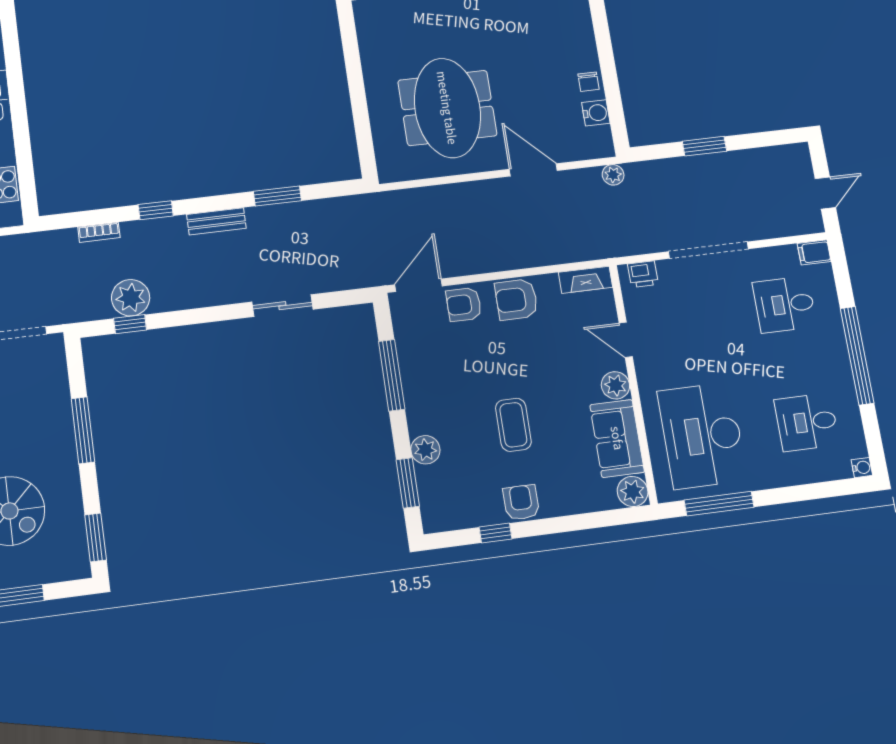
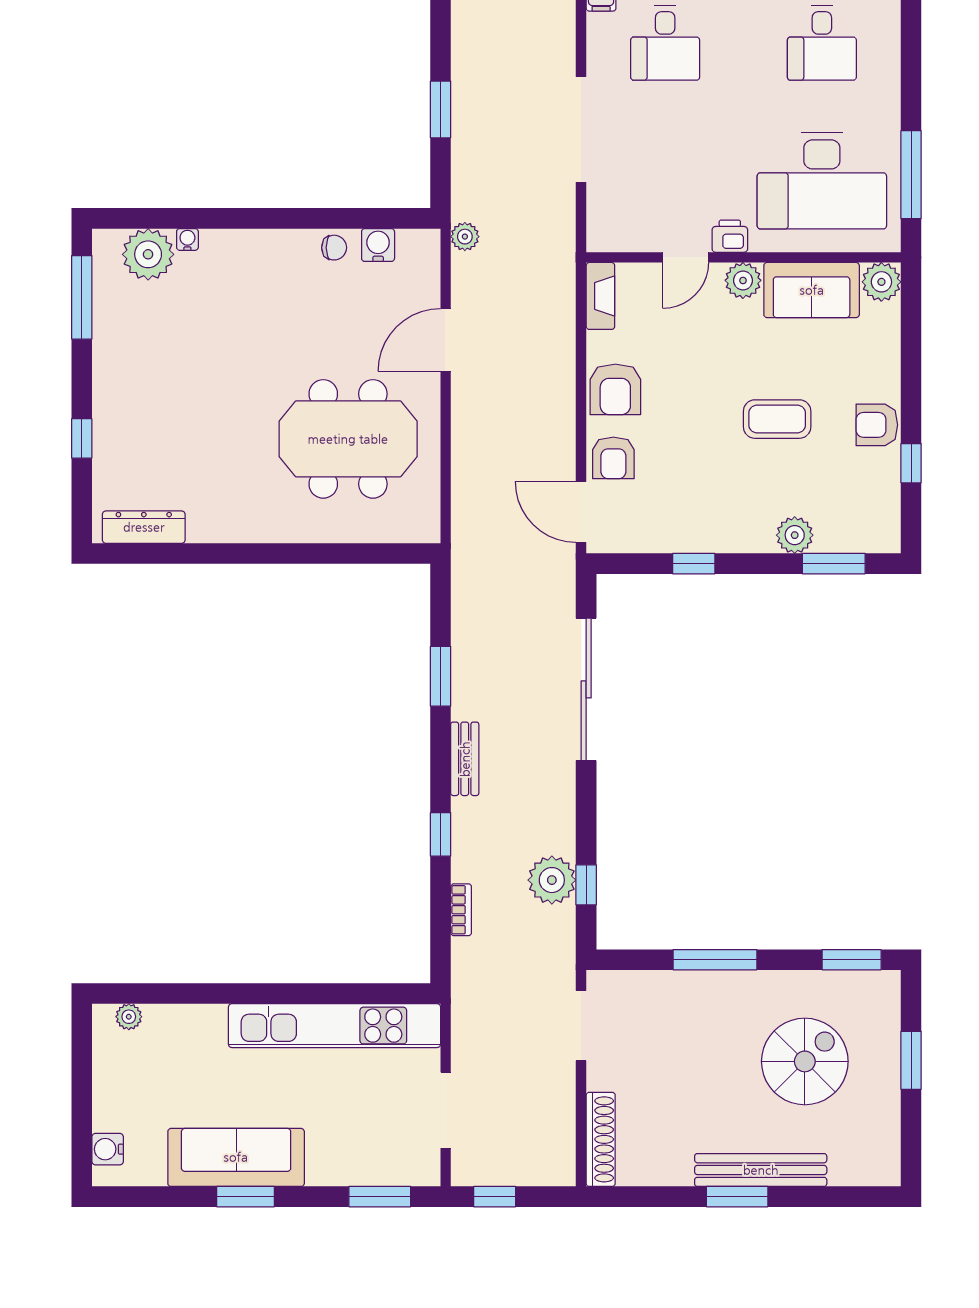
printer: (643, 274) -> (730, 236), moved, turned -90
sliding door: (282, 306) -> (586, 689), width x1.86
window: (392, 375) -> (694, 564), width x0.46

